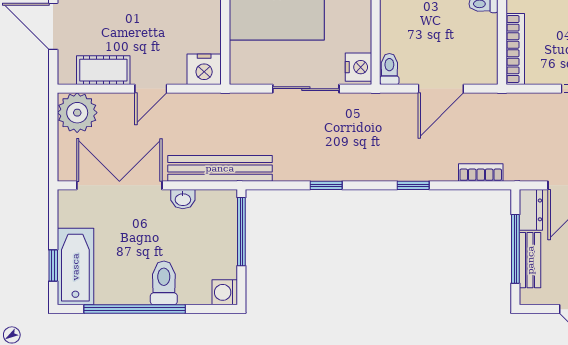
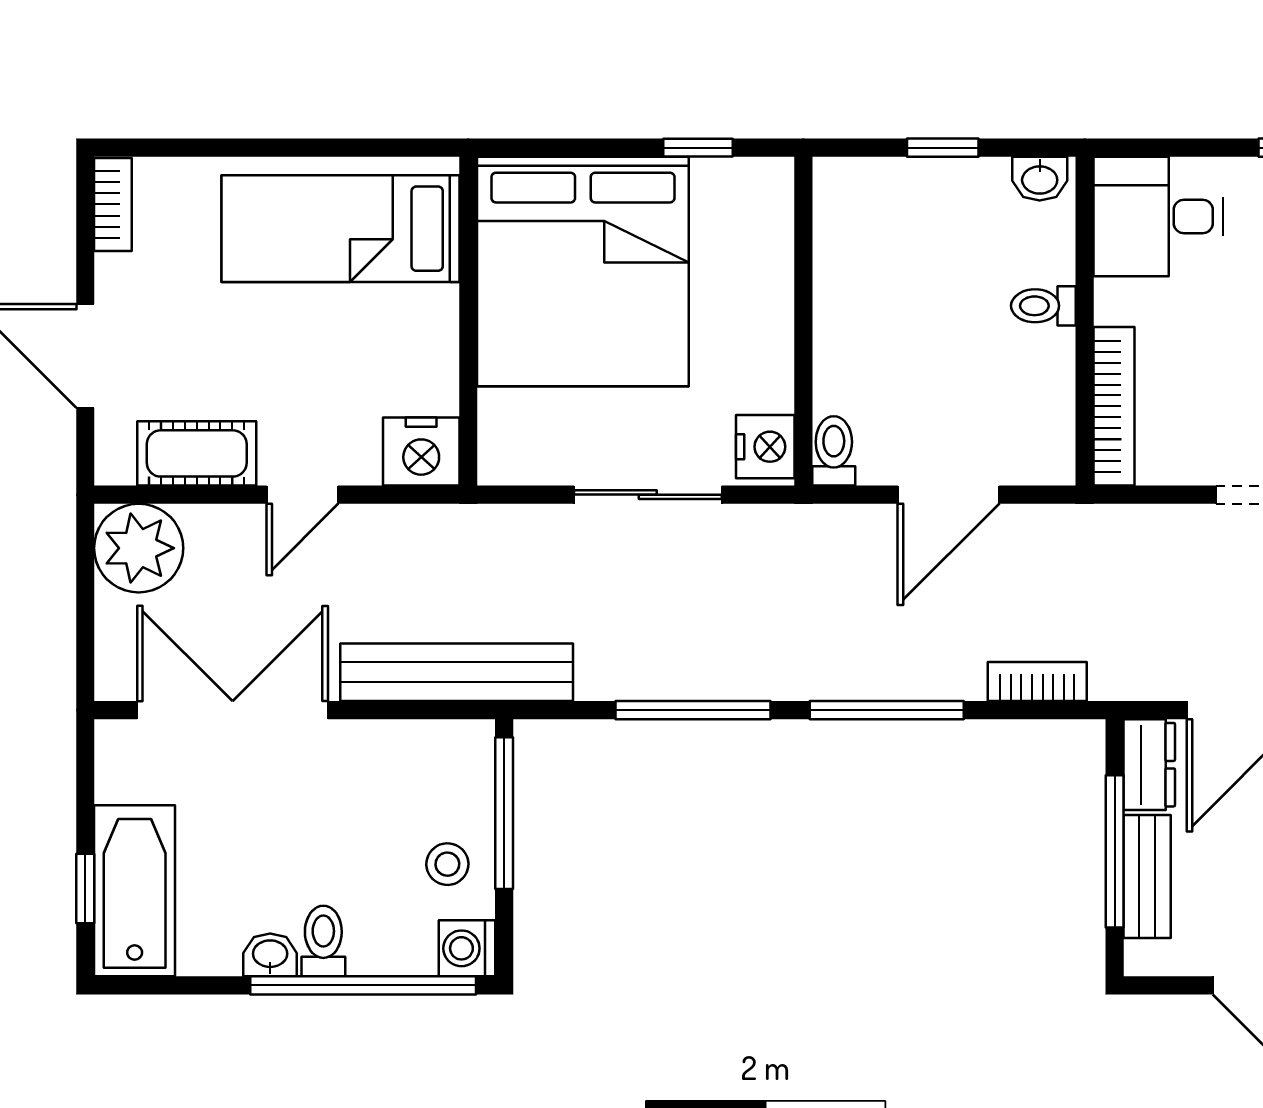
window: (326, 185) -> (693, 710), width x2.17
window: (413, 185) -> (887, 710), width x2.17
washbasin: (183, 199) -> (270, 955), moved, turned 180
stool: (216, 255) -> (447, 864), added
toilet: (164, 283) -> (323, 941), width x0.73, depth x0.72
window: (135, 309) -> (363, 985), moved

